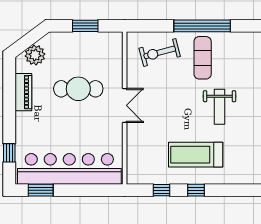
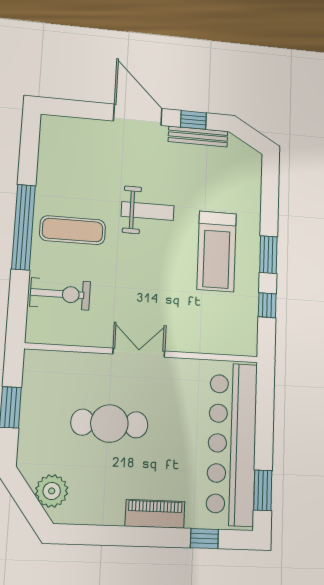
exercise bike: (160, 52) -> (60, 294), turned -75
cafe table: (78, 89) -> (109, 424), turned 90
piano: (23, 92) -> (155, 514), moved
window: (196, 190) -> (268, 255), width x1.50

